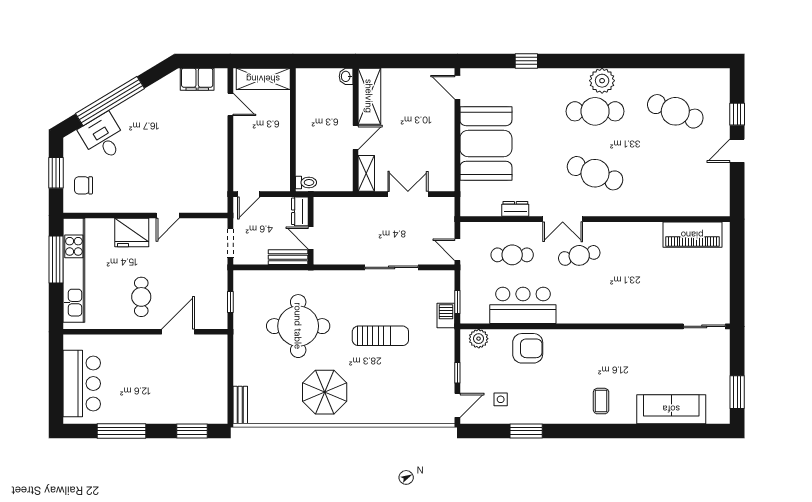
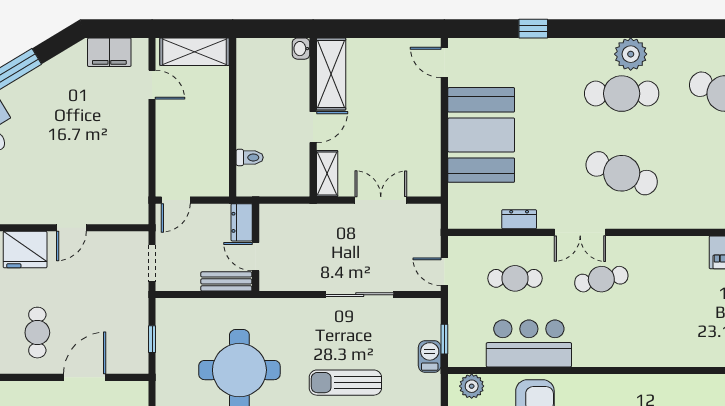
toilet: (306, 182) -> (250, 157), moved
sun lounger: (380, 336) -> (345, 383), turned 180

